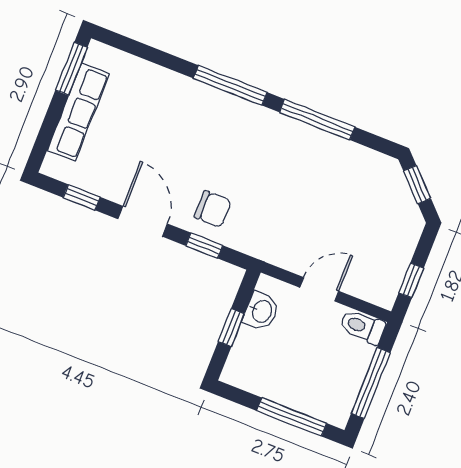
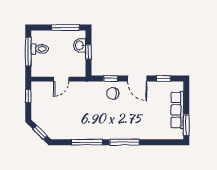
washbasin: (261, 311) -> (80, 45), moved
toilet: (362, 327) -> (40, 49), moved
window: (292, 417) -> (65, 27), moved

